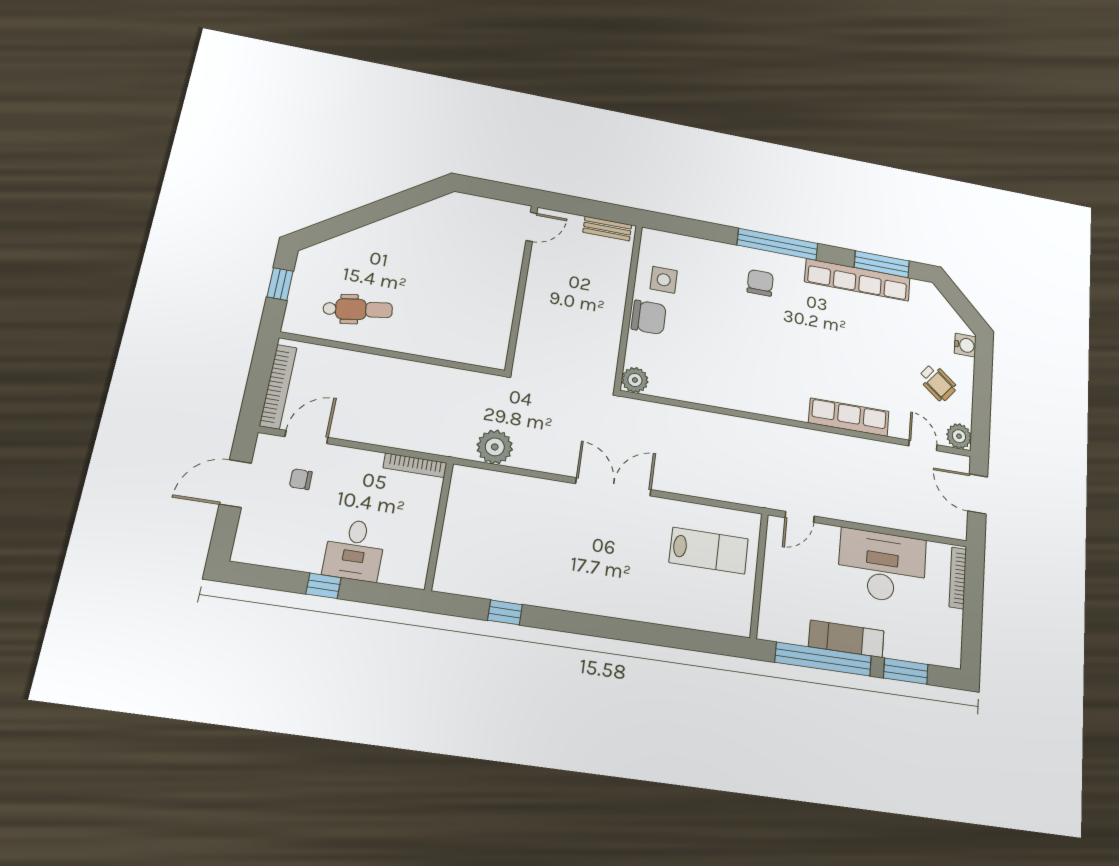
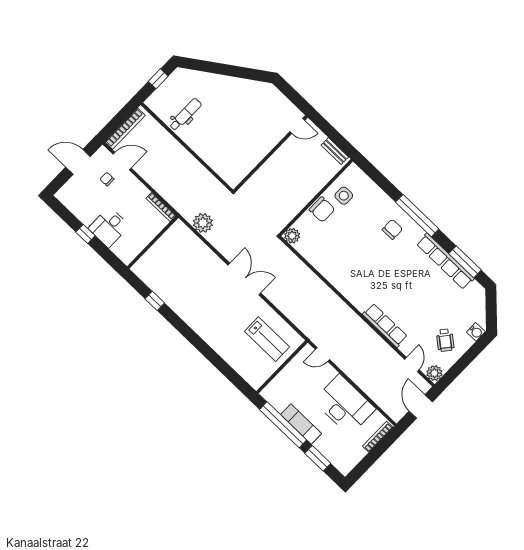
dental chair: (358, 309) -> (185, 115), turned -81

